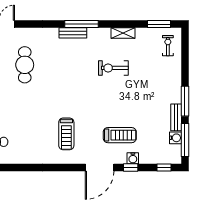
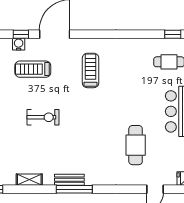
bench: (73, 33) -> (69, 180), moved
exercise bike: (113, 68) -> (43, 117), moved

